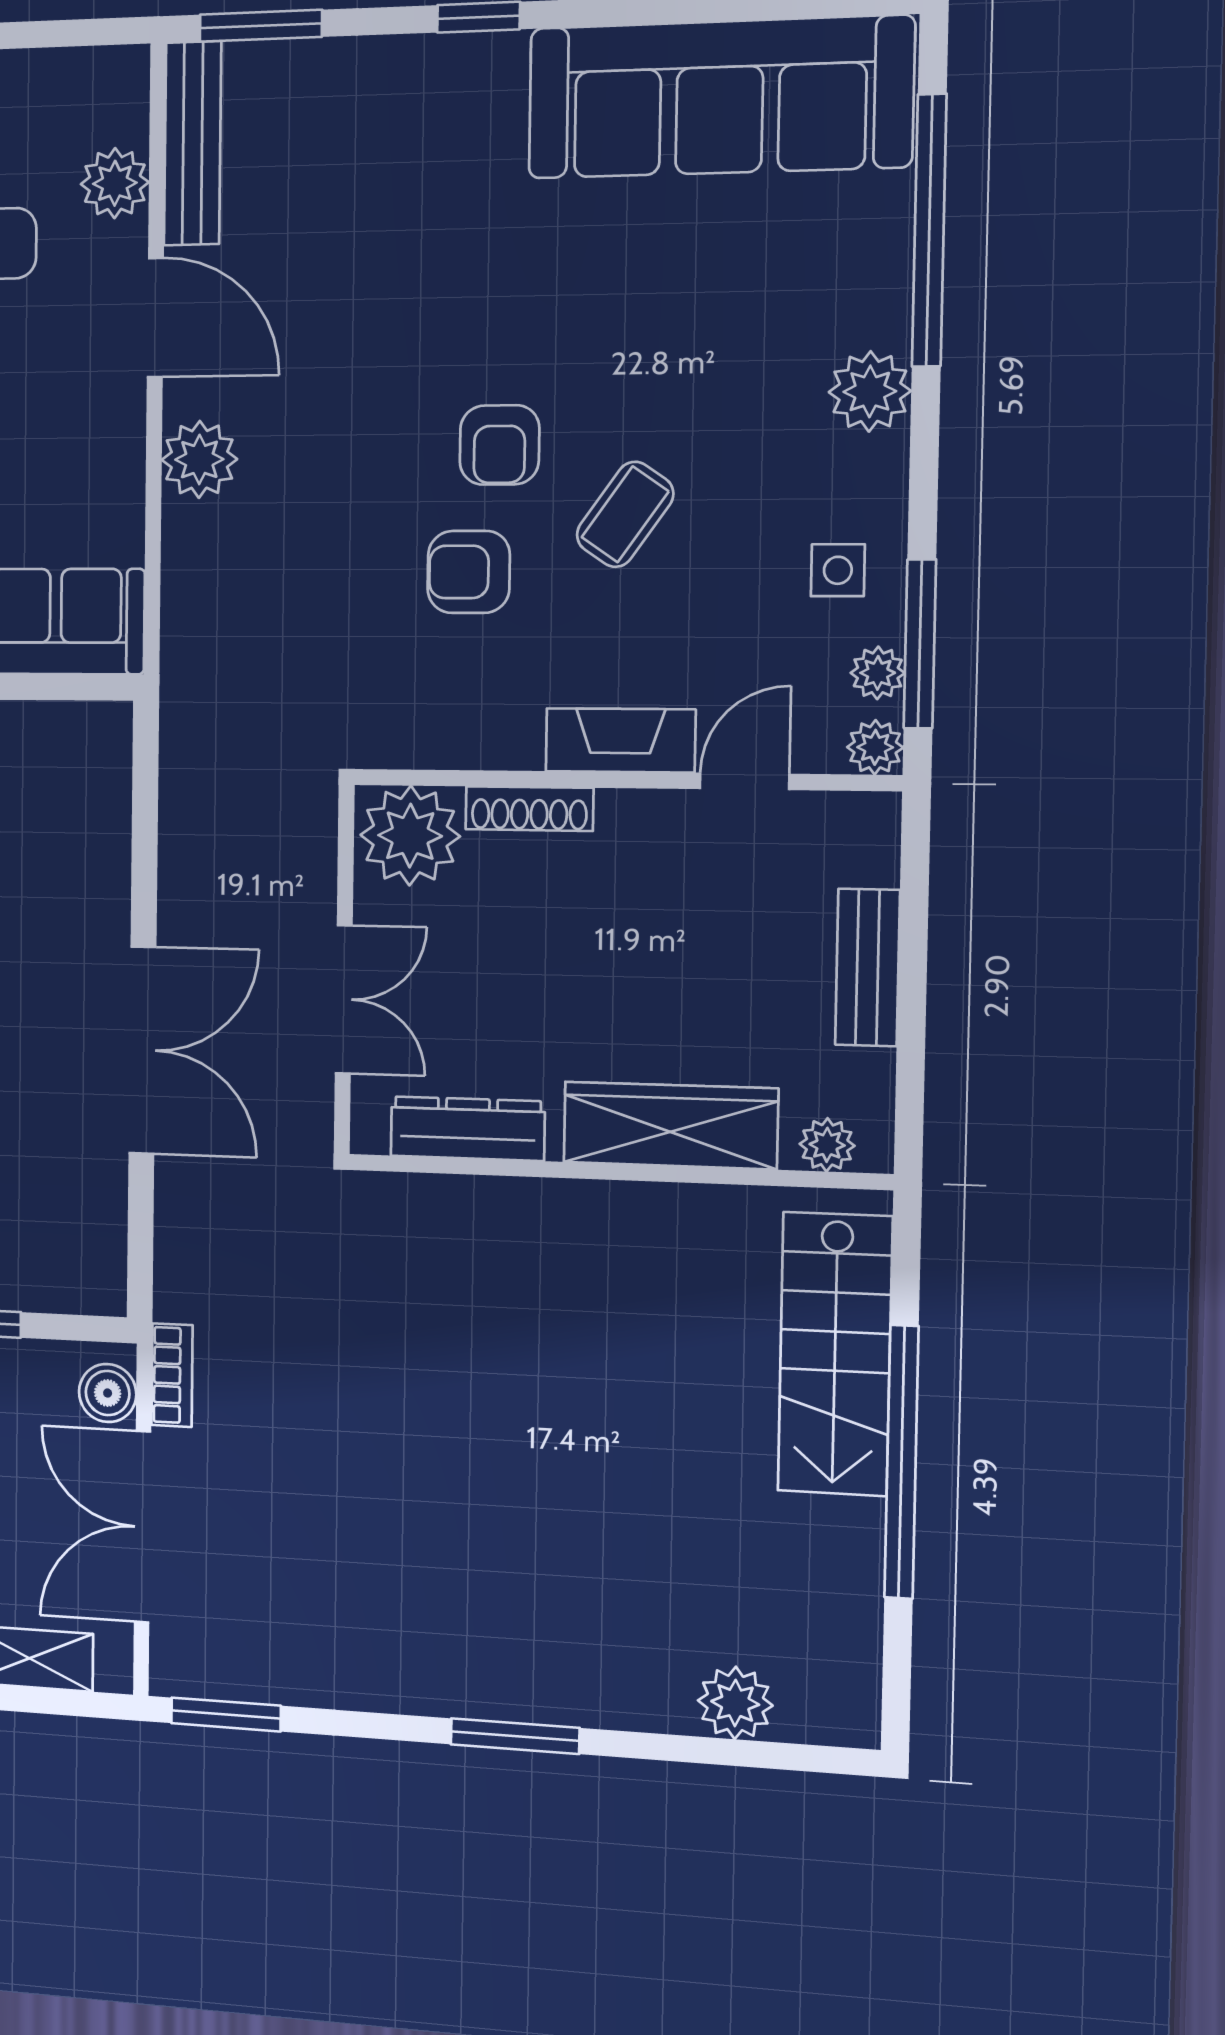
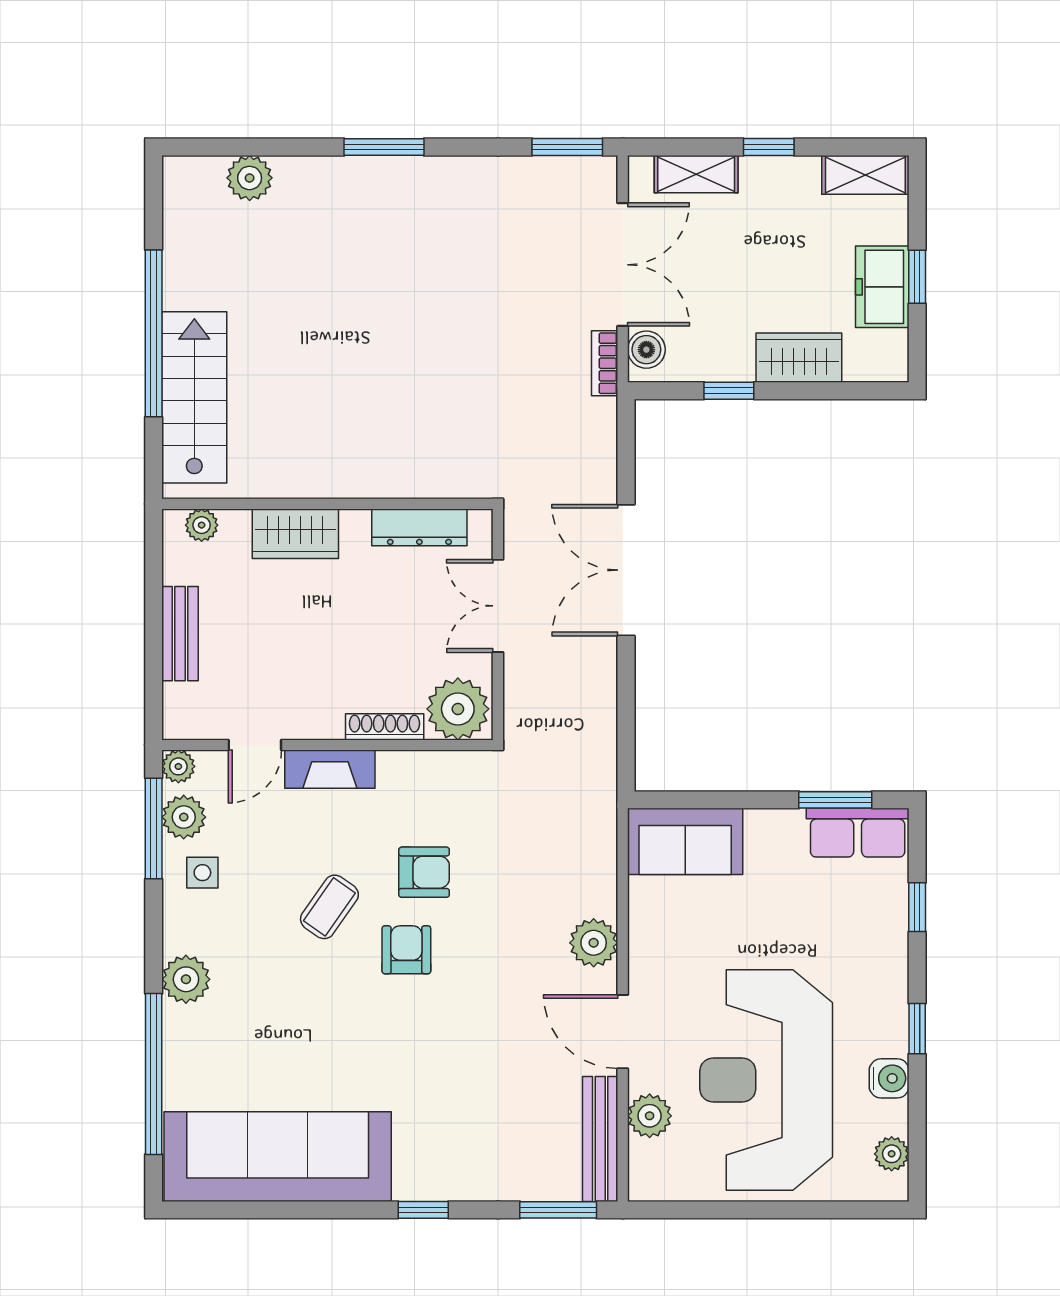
plant: (878, 673) -> (184, 817), width x1.38, depth x1.38
wardrobe: (670, 1125) -> (295, 534), width x0.67

